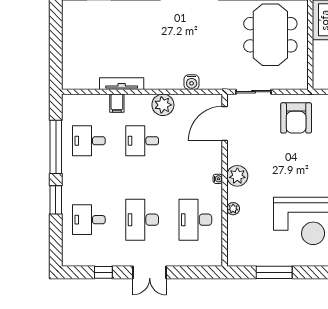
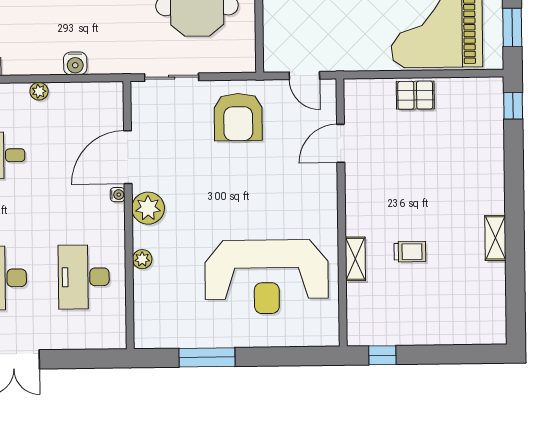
plant: (163, 105) -> (39, 91), width x0.53, depth x0.53
door: (225, 123) -> (128, 157), moved
water cooler: (218, 179) -> (118, 195), moved

